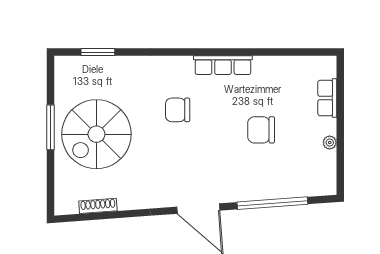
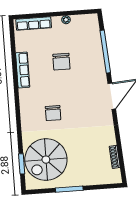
row of seats: (223, 65) -> (23, 70), moved
row of seats: (327, 98) -> (34, 24), width x1.48
spiral stairs: (96, 134) -> (46, 160), moved, turned 90

